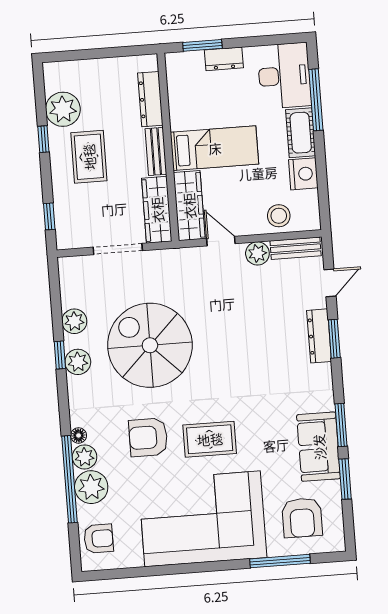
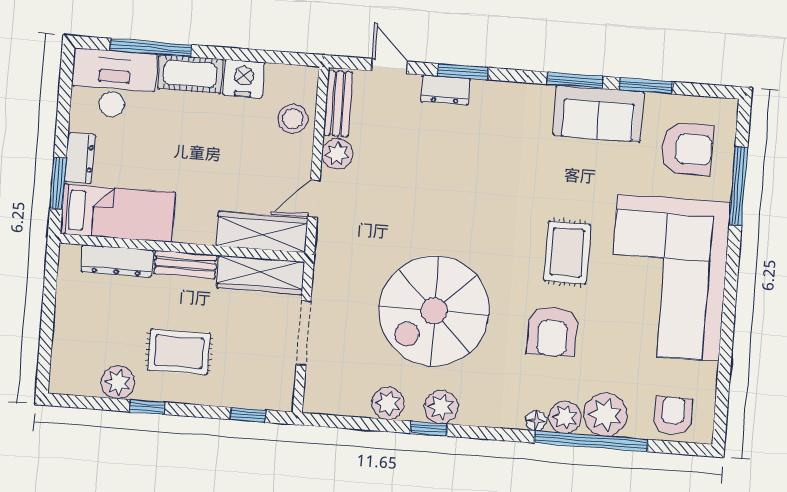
plant: (63, 109) -> (118, 382), width x0.73, depth x0.73
bed: (215, 148) -> (118, 213), moved, turned 90
dresser: (319, 336) -> (445, 90), width x0.70

